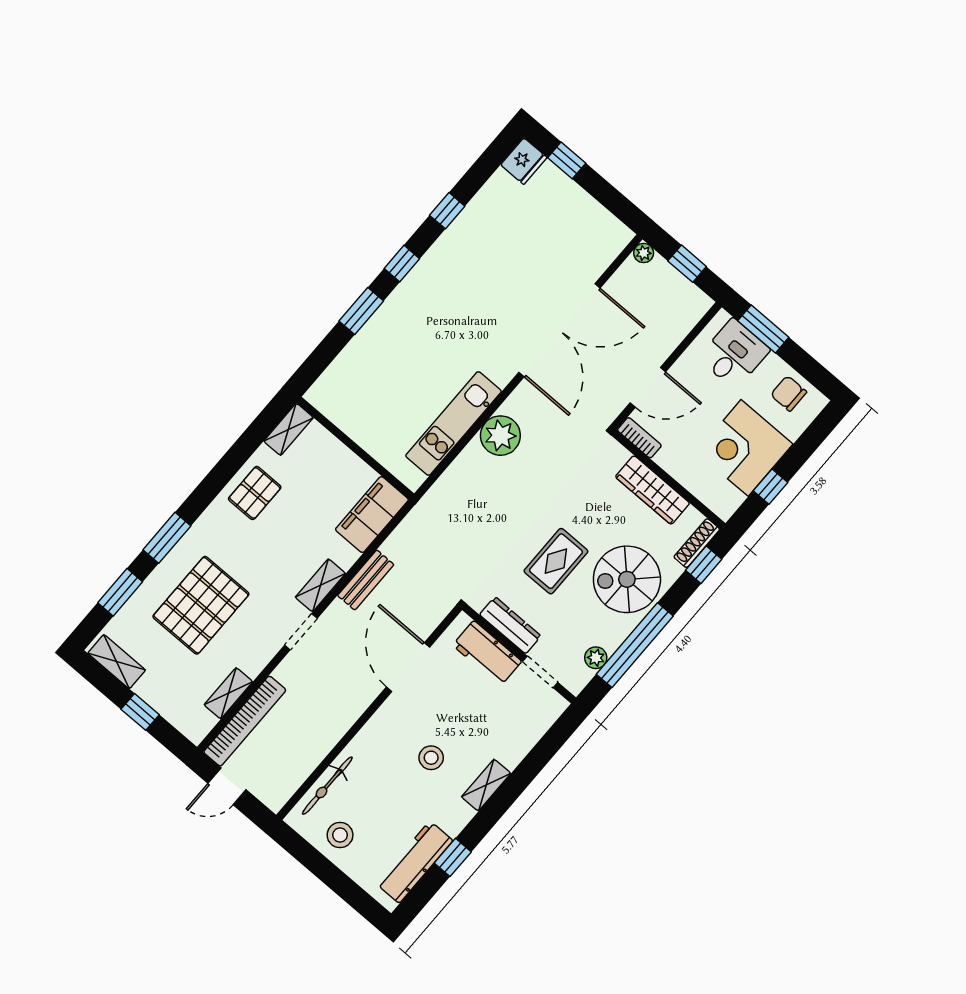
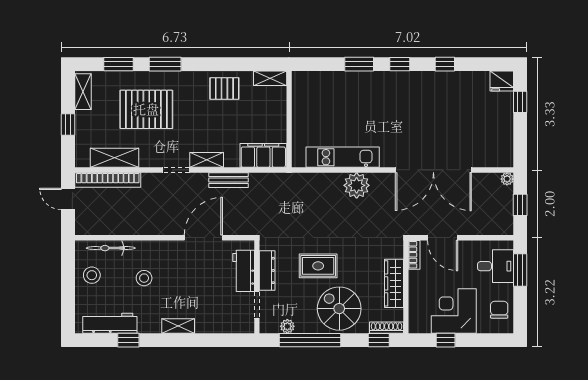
shelving: (228, 693) -> (115, 158), width x1.50, depth x1.33
stool: (431, 758) -> (144, 278), moved

